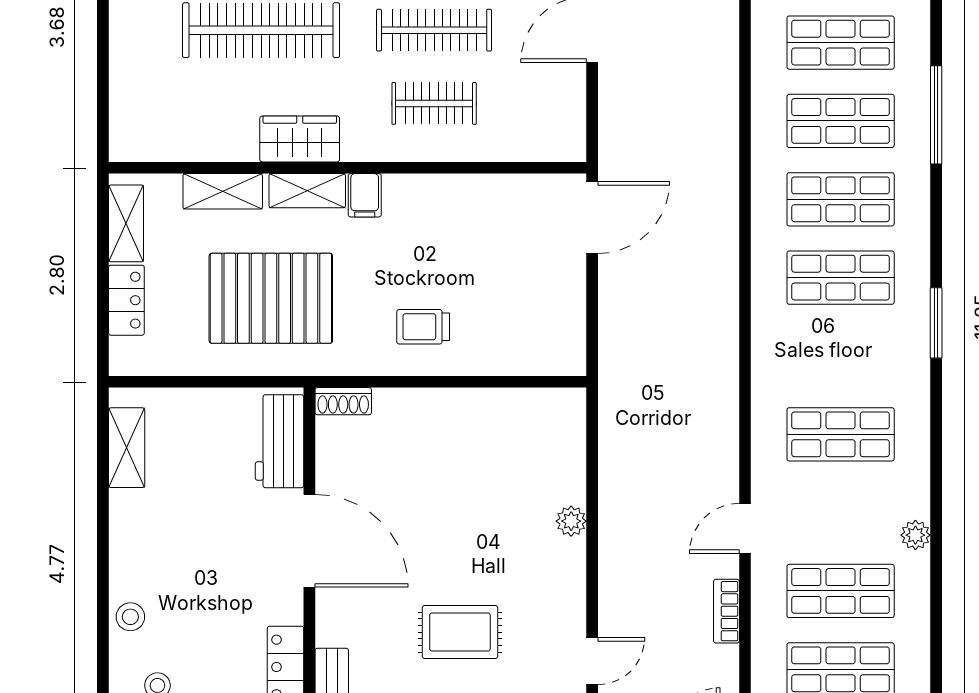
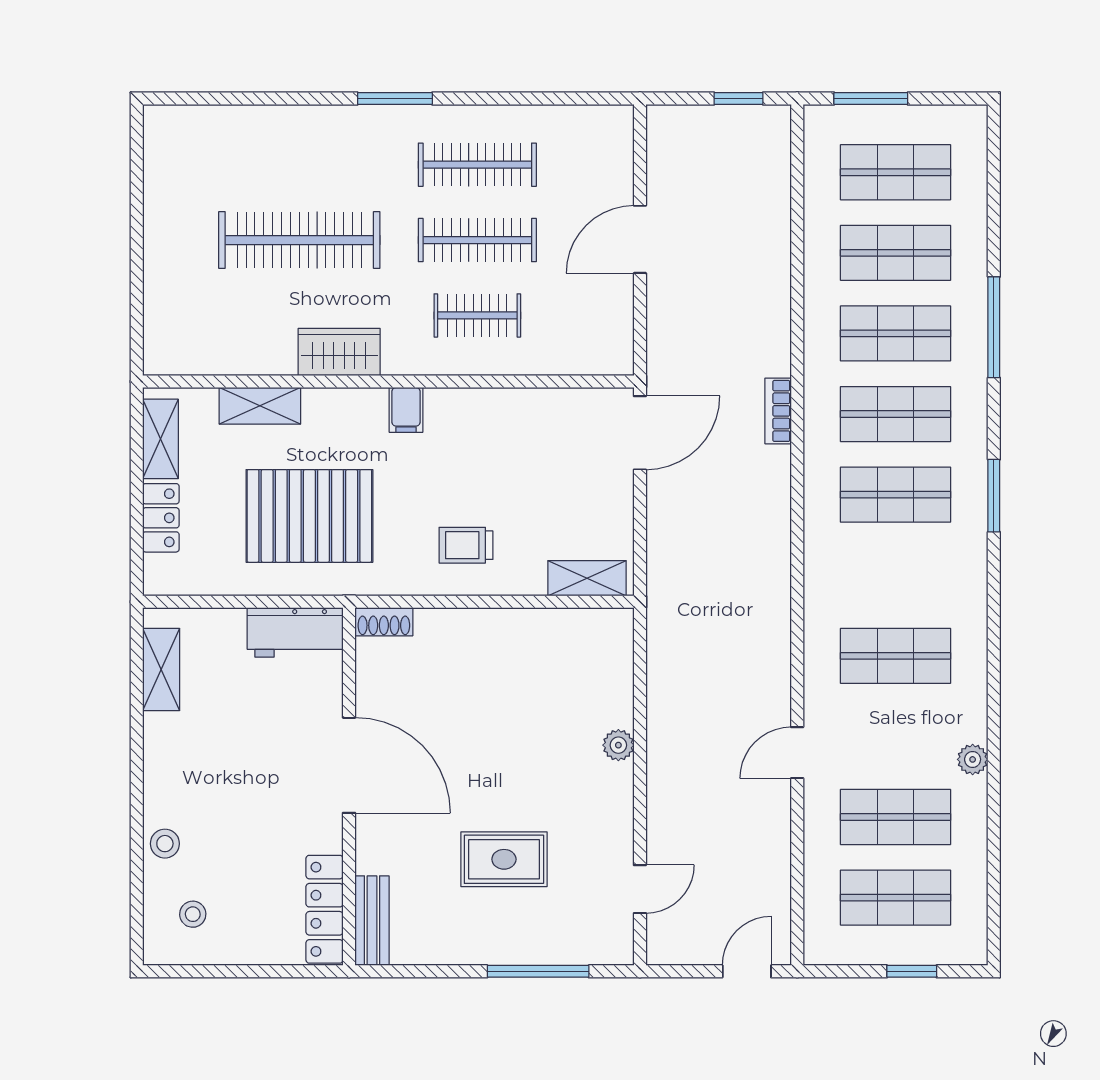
shelving: (307, 191) -> (587, 578), moved
window: (936, 323) -> (994, 496), moved
workbench: (280, 441) -> (295, 632), moved, turned -90
bookcase: (726, 611) -> (778, 411), moved

